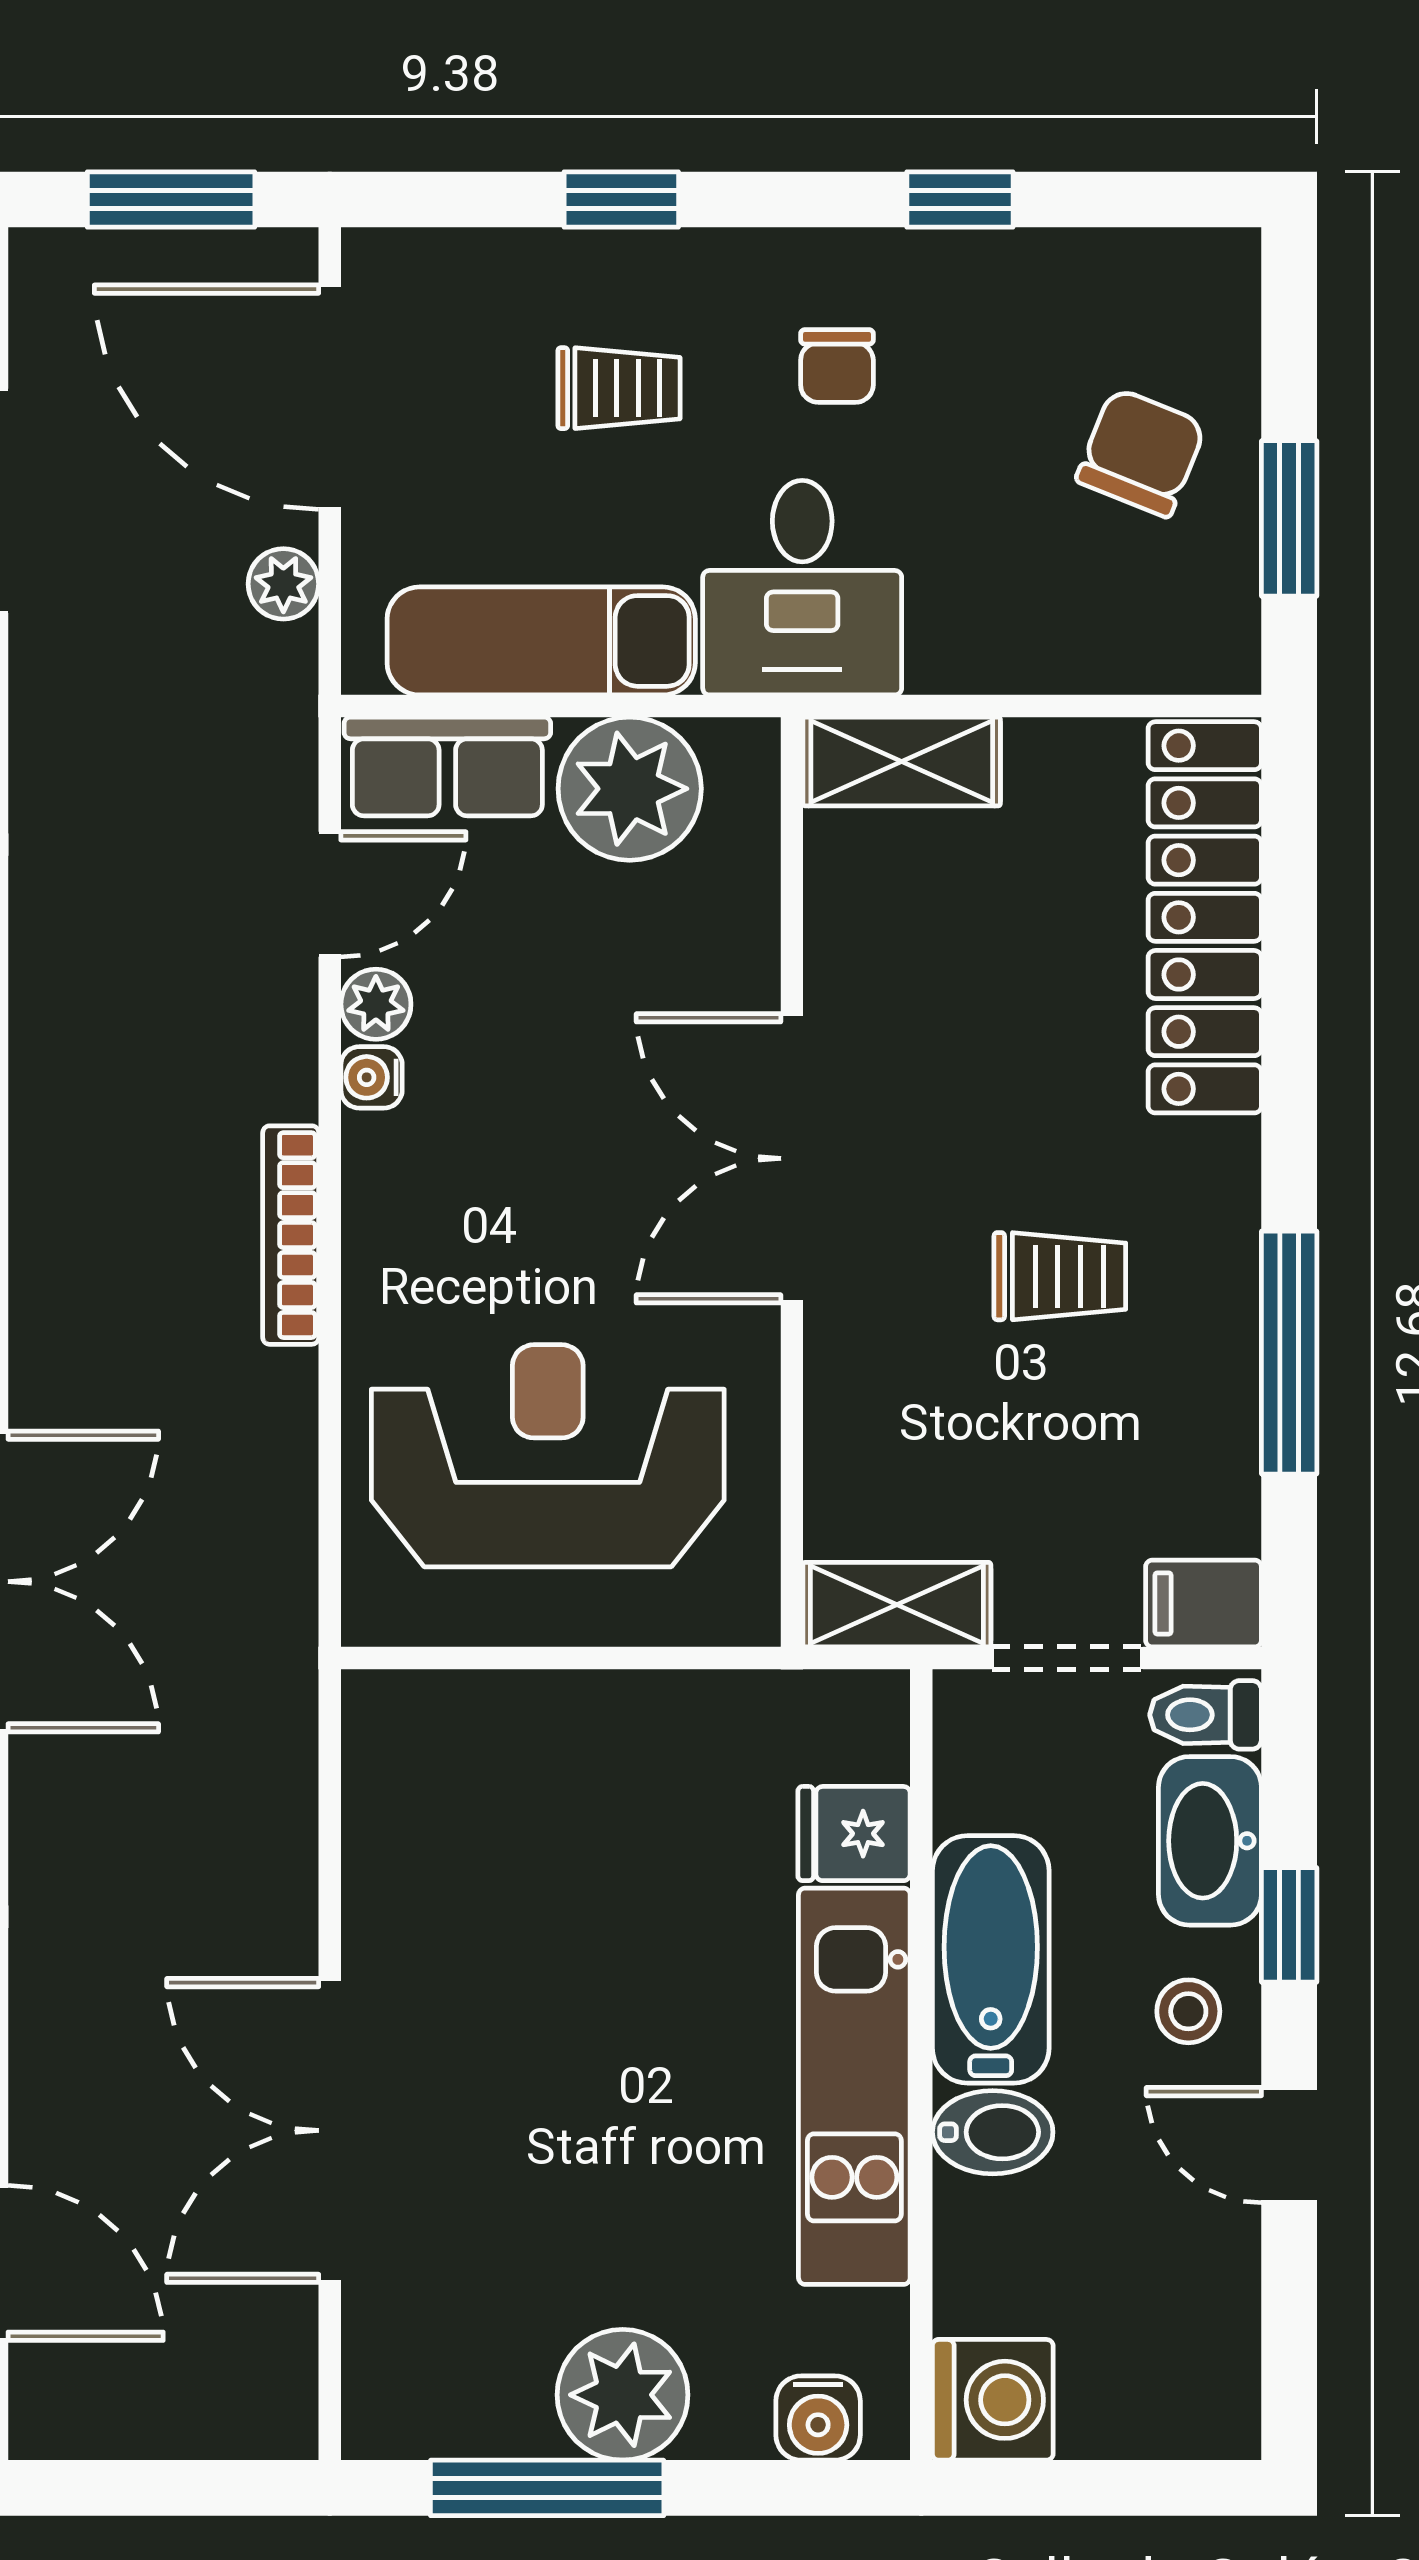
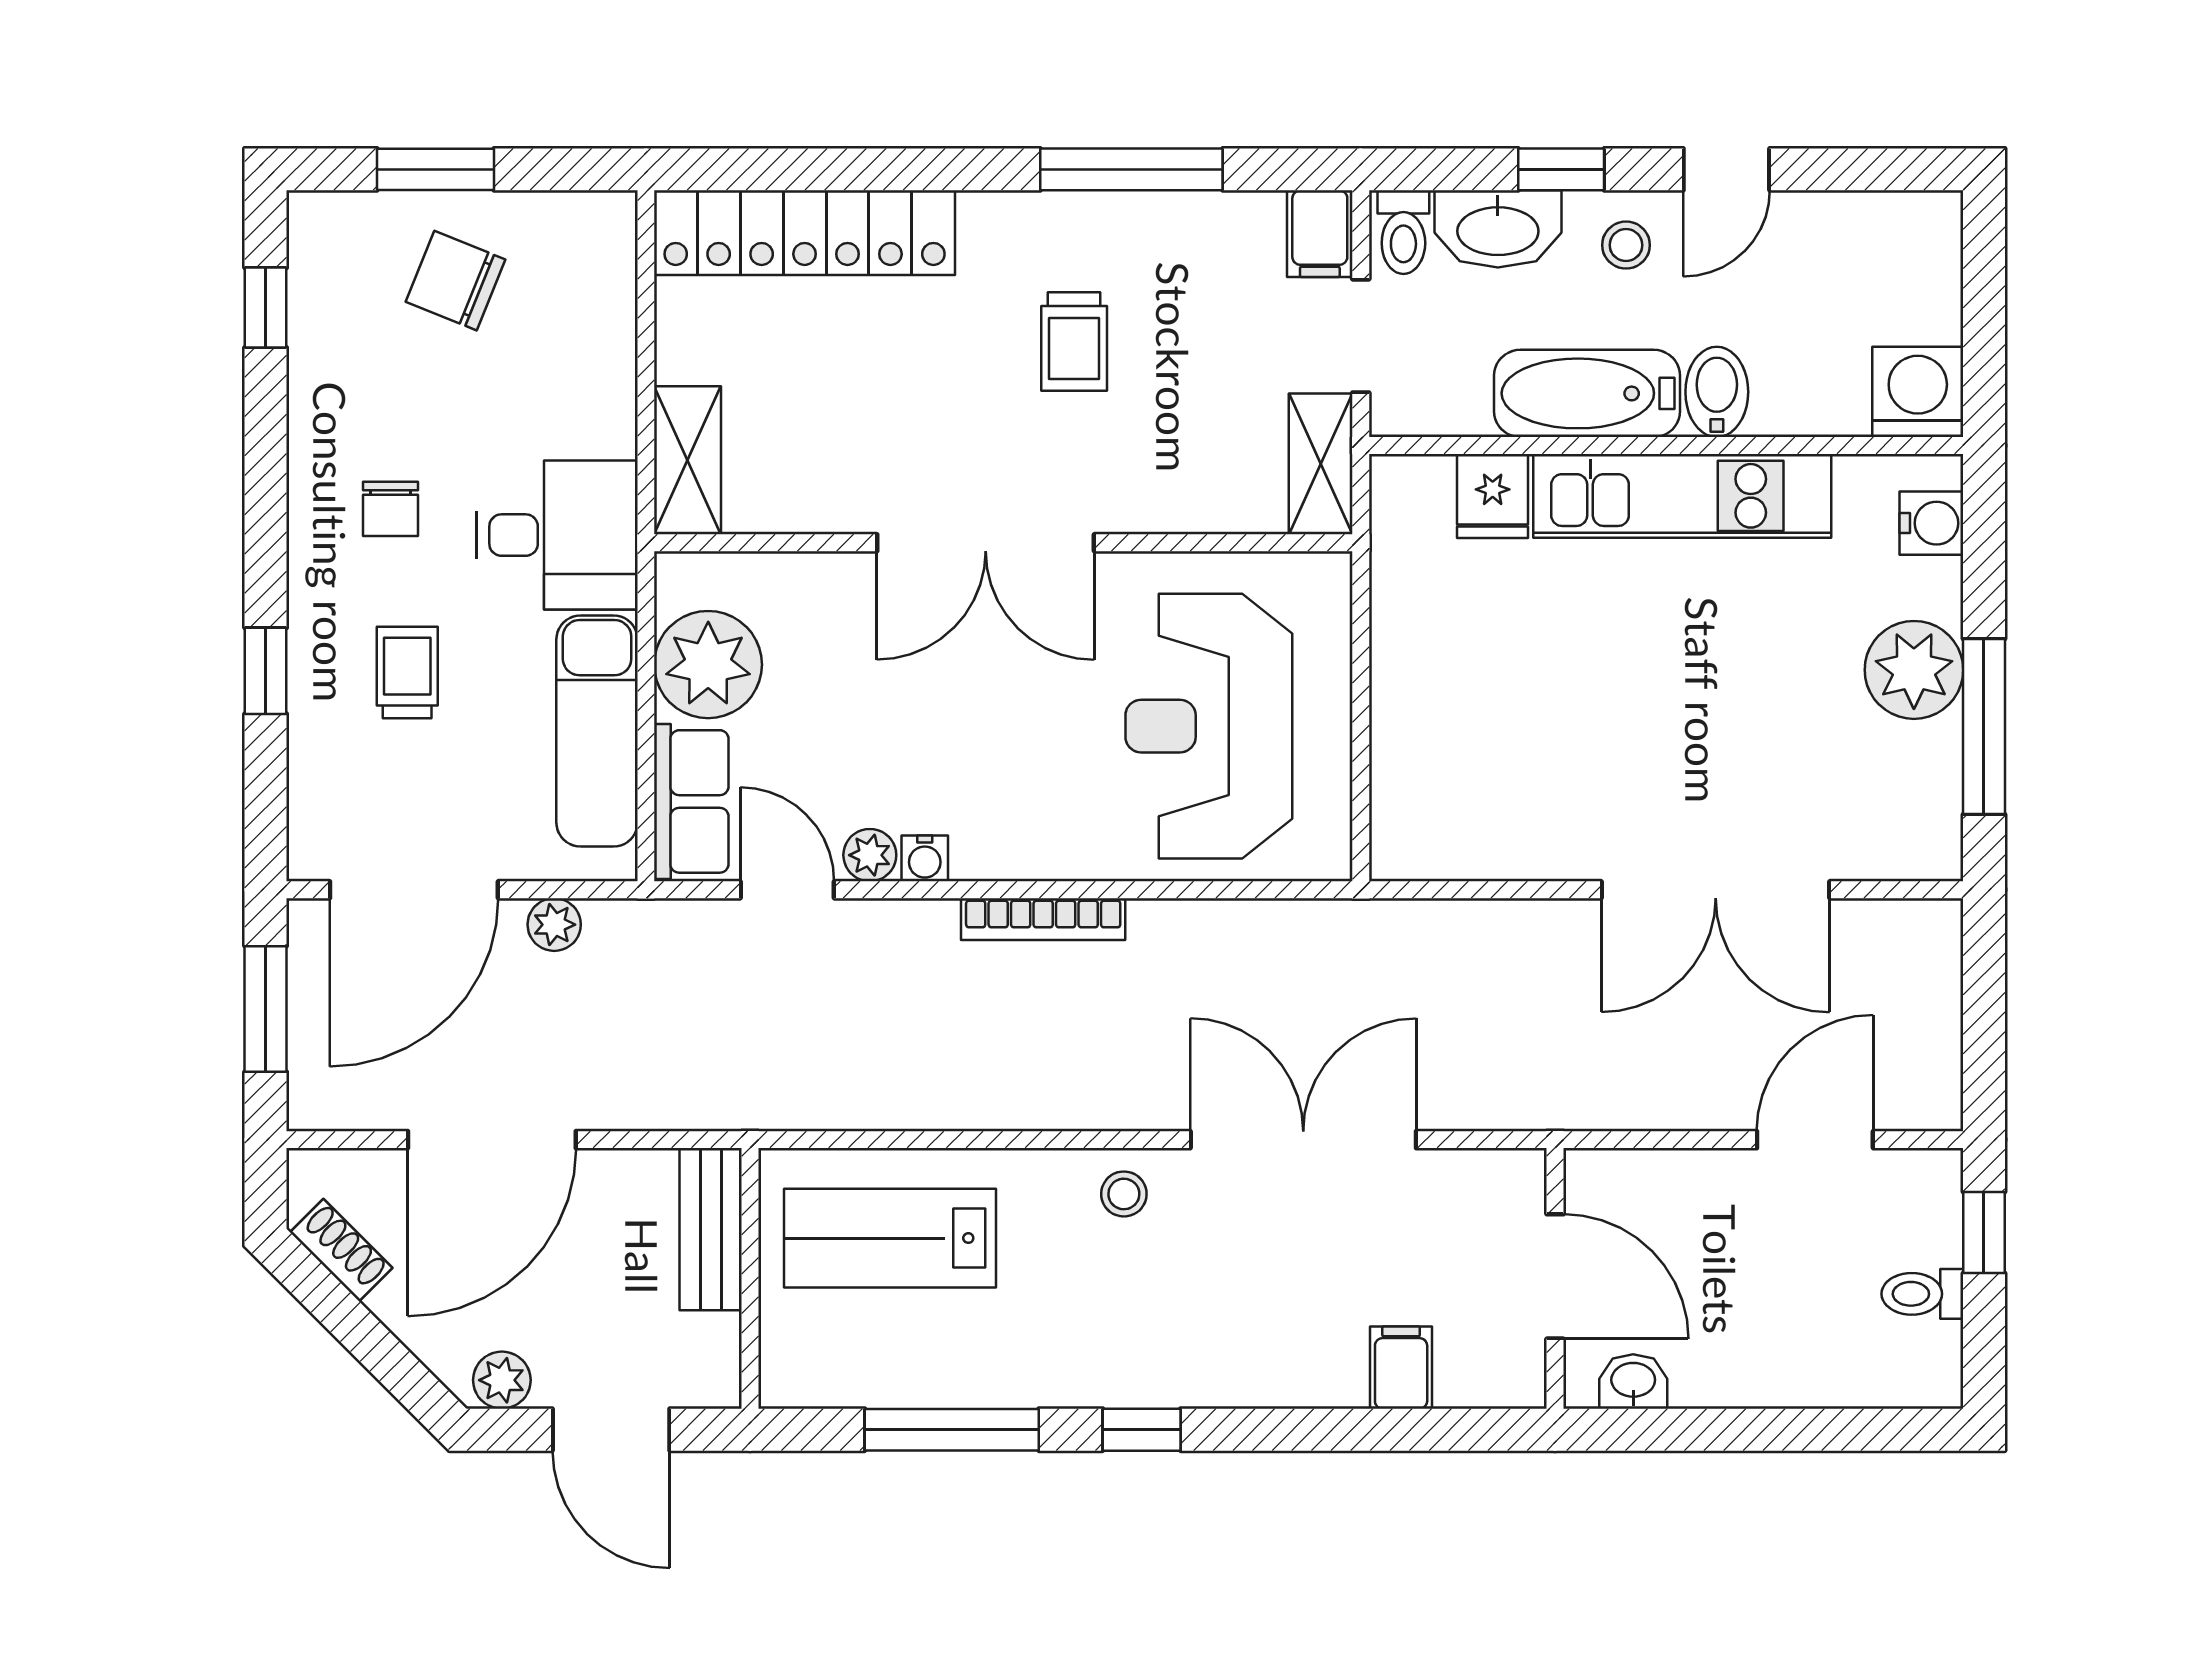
window: (960, 200) -> (266, 308), moved
chair: (837, 366) -> (391, 509), turned 90
window: (1289, 518) -> (436, 169), moved
trolley: (1060, 1276) -> (1074, 342), turned 180

